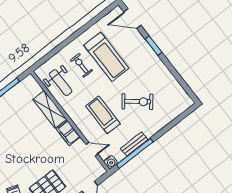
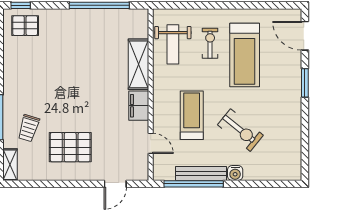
bench: (134, 144) -> (201, 173), width x1.36
water cooler: (111, 162) -> (235, 173), moved

